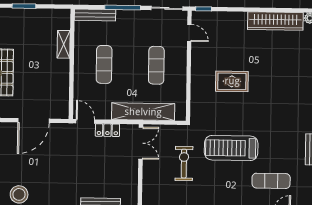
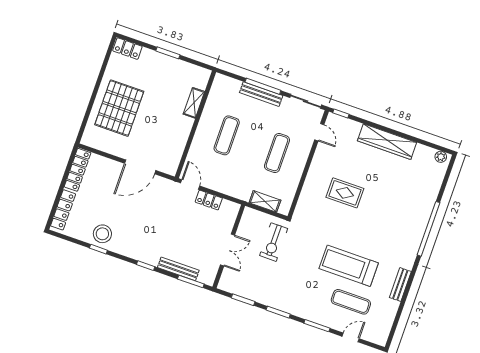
bench: (95, 15) -> (261, 94), moved
wardrobe: (275, 21) -> (387, 142), moved
shelving: (143, 112) -> (265, 201), width x0.45, depth x0.75
double door: (141, 143) -> (227, 250), moved
treadmill: (231, 148) -> (349, 266), moved
exercise bike: (184, 164) -> (274, 242), moved, turned 180

